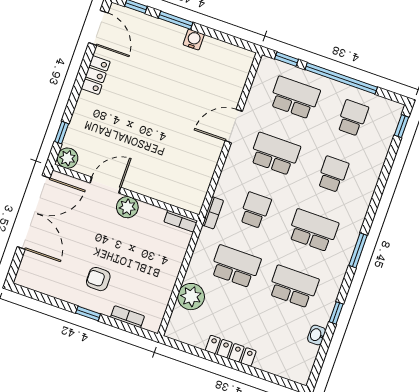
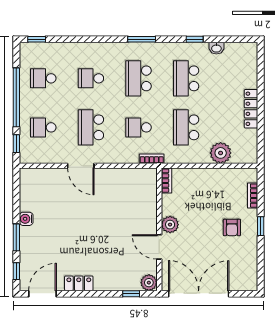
school desk: (295, 98) -> (43, 127), width x0.54

